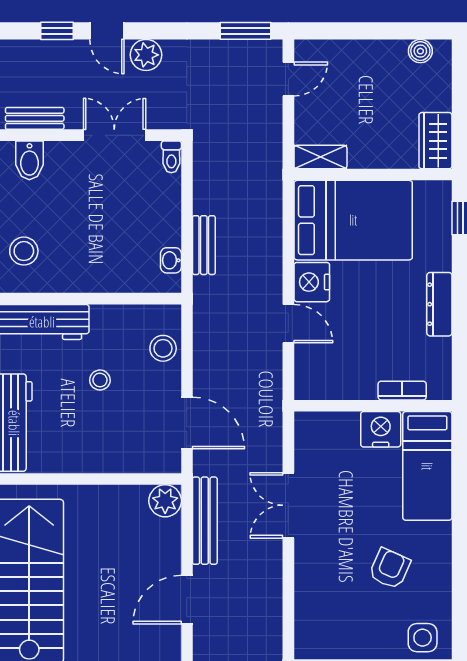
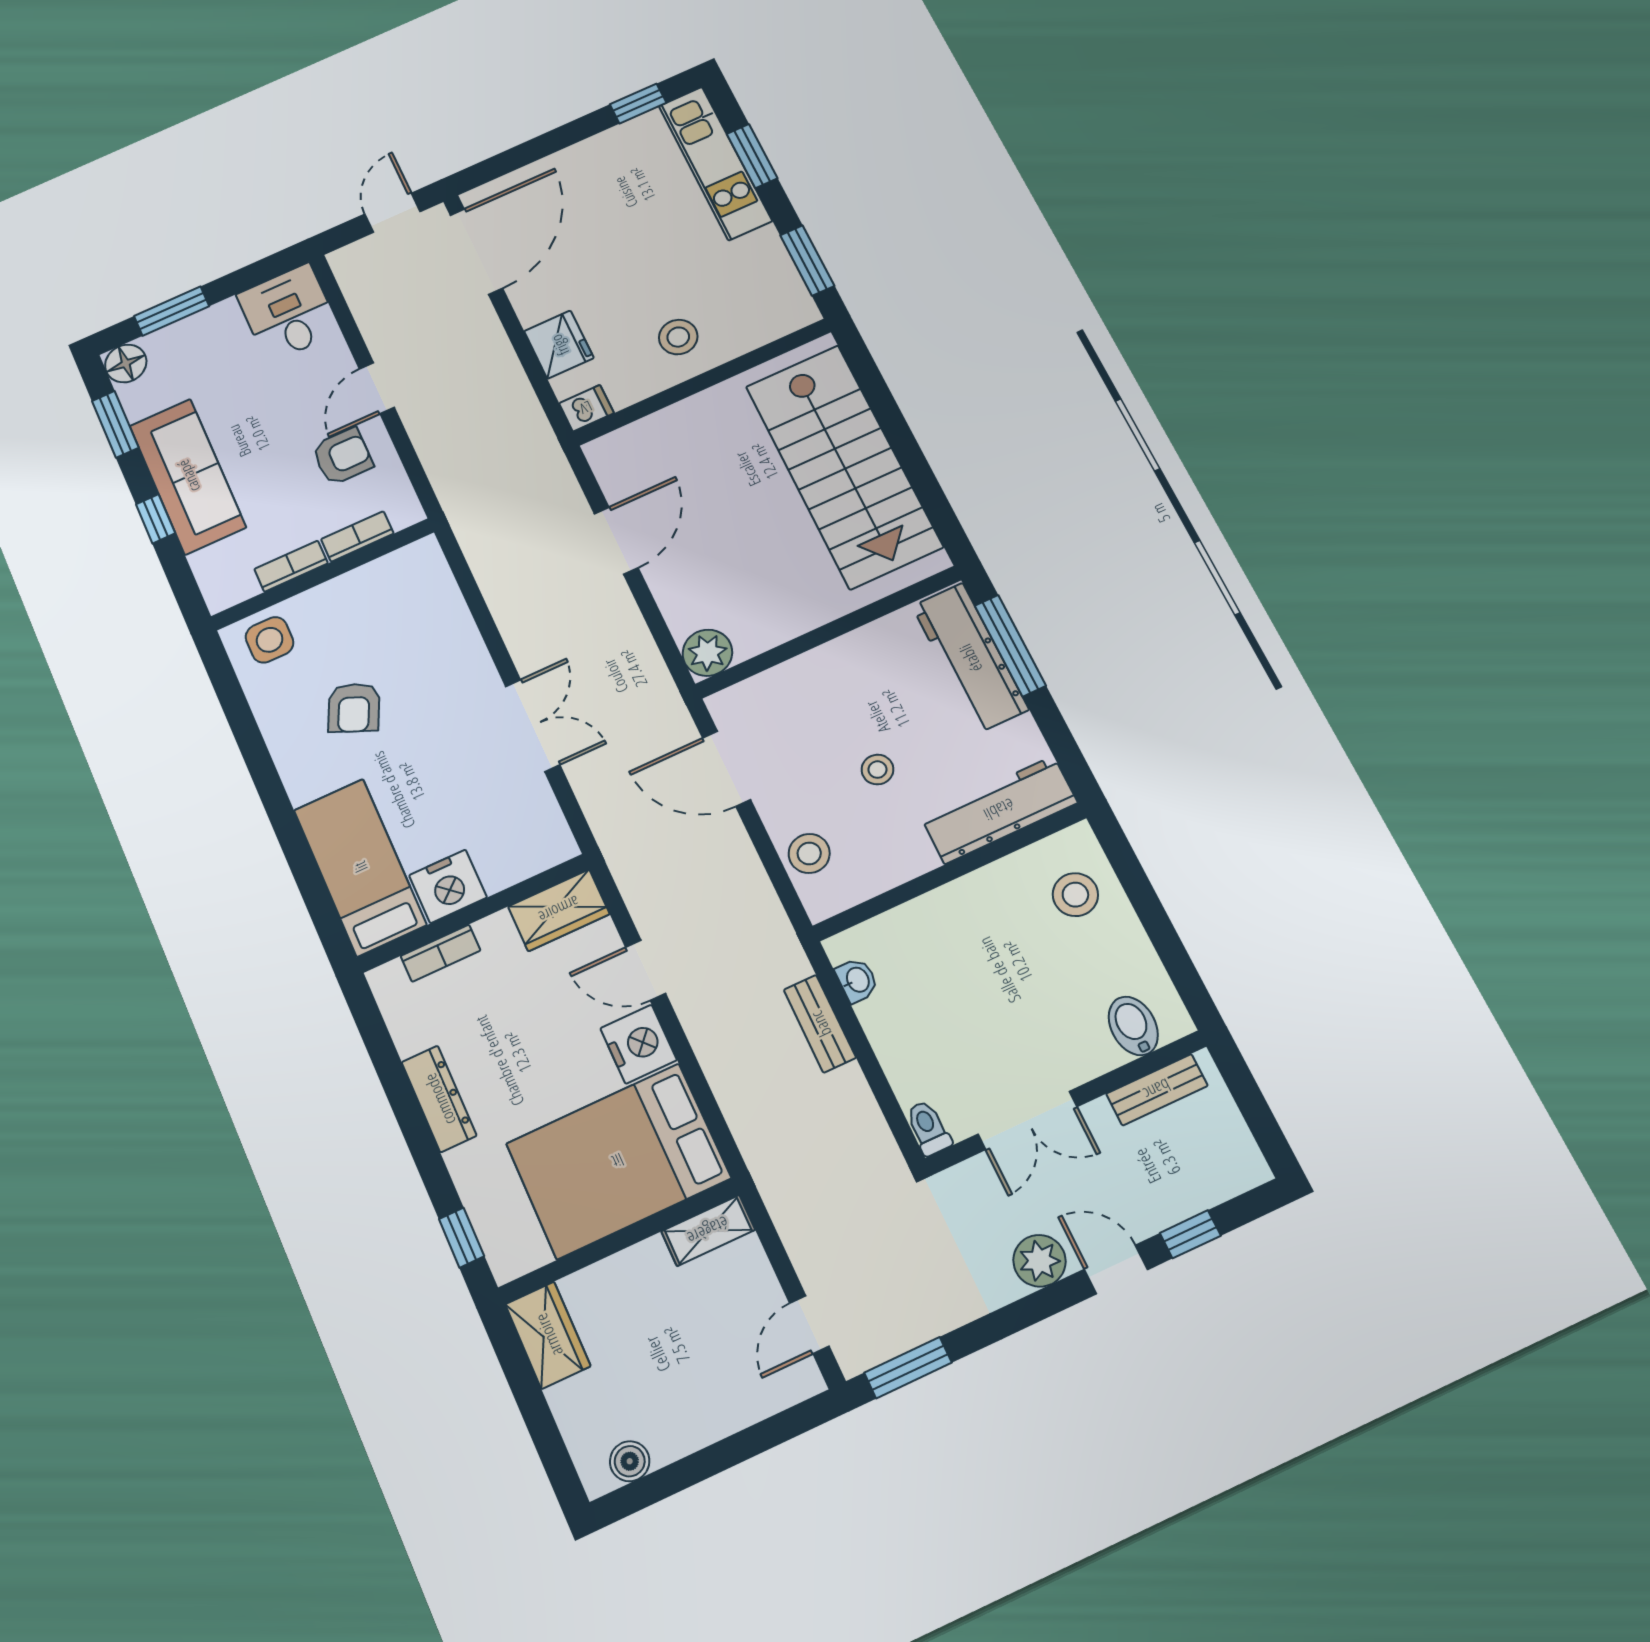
wardrobe: (322, 384) -> (559, 910), added
bench: (205, 521) -> (640, 652), removed

